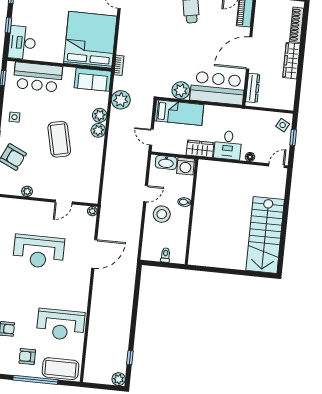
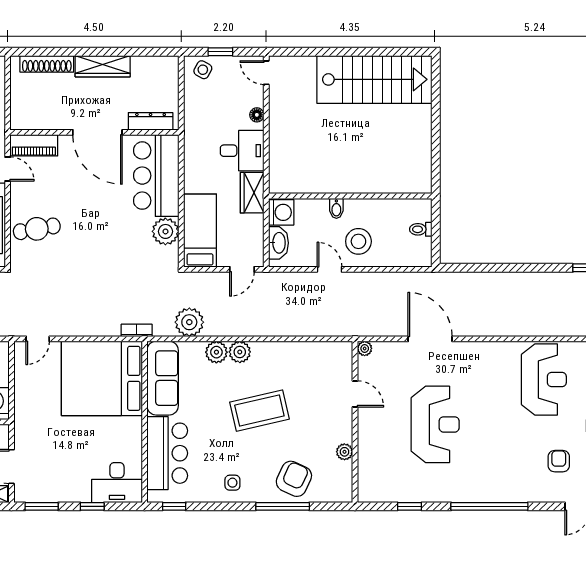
sofa: (93, 80) -> (163, 378), width x1.36

